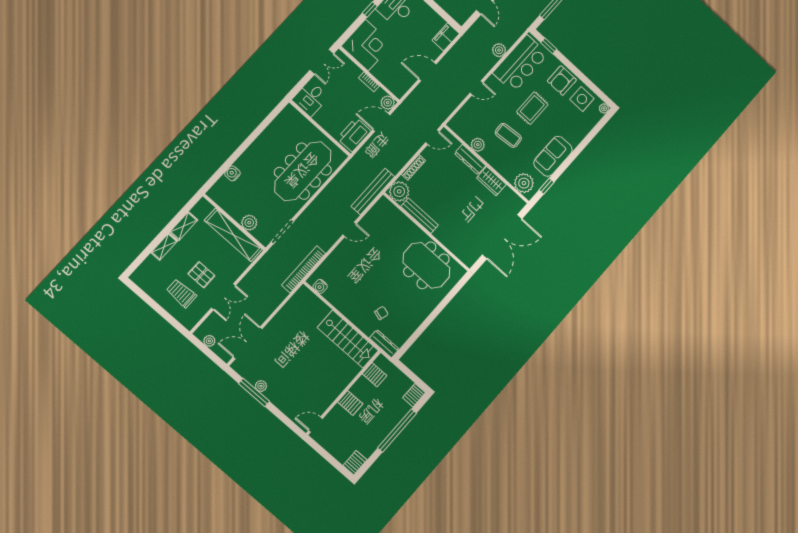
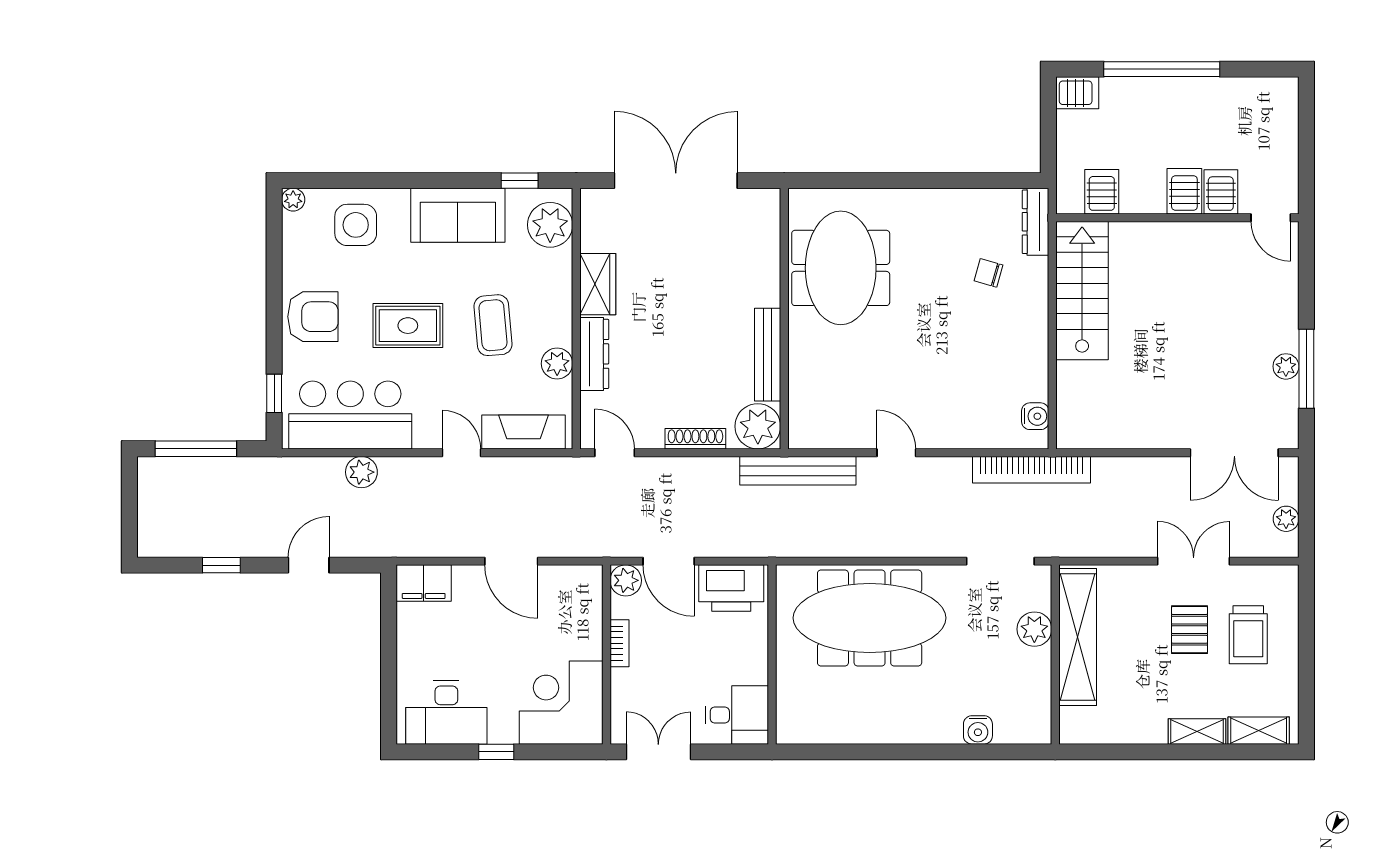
side table: (582, 99) -> (356, 225), moved
fireplace: (465, 114) -> (523, 432), added
shelving: (184, 226) -> (1259, 731), moved
server rack: (355, 463) -> (1221, 192), moved, turned 90

